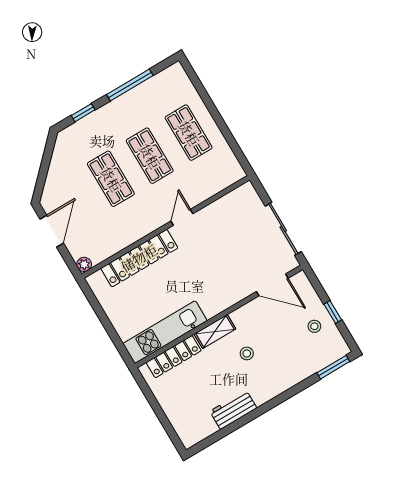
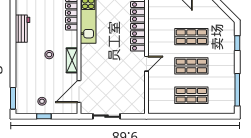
window: (130, 85) -> (237, 90), moved
door: (182, 217) -> (146, 64), hinge flipped
sliding door: (283, 229) -> (107, 116), width x0.73
shelving: (215, 331) -> (72, 60), moved

